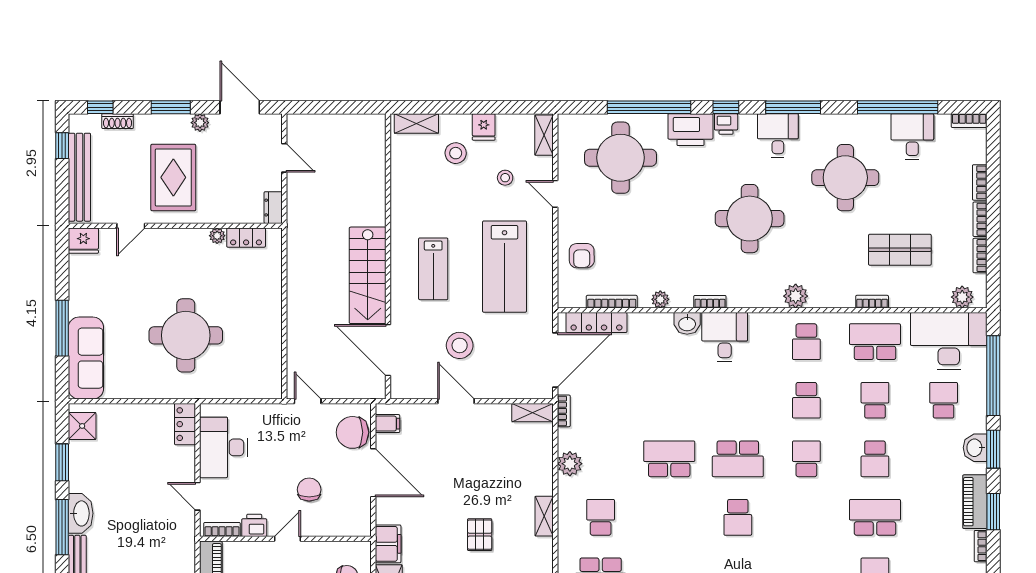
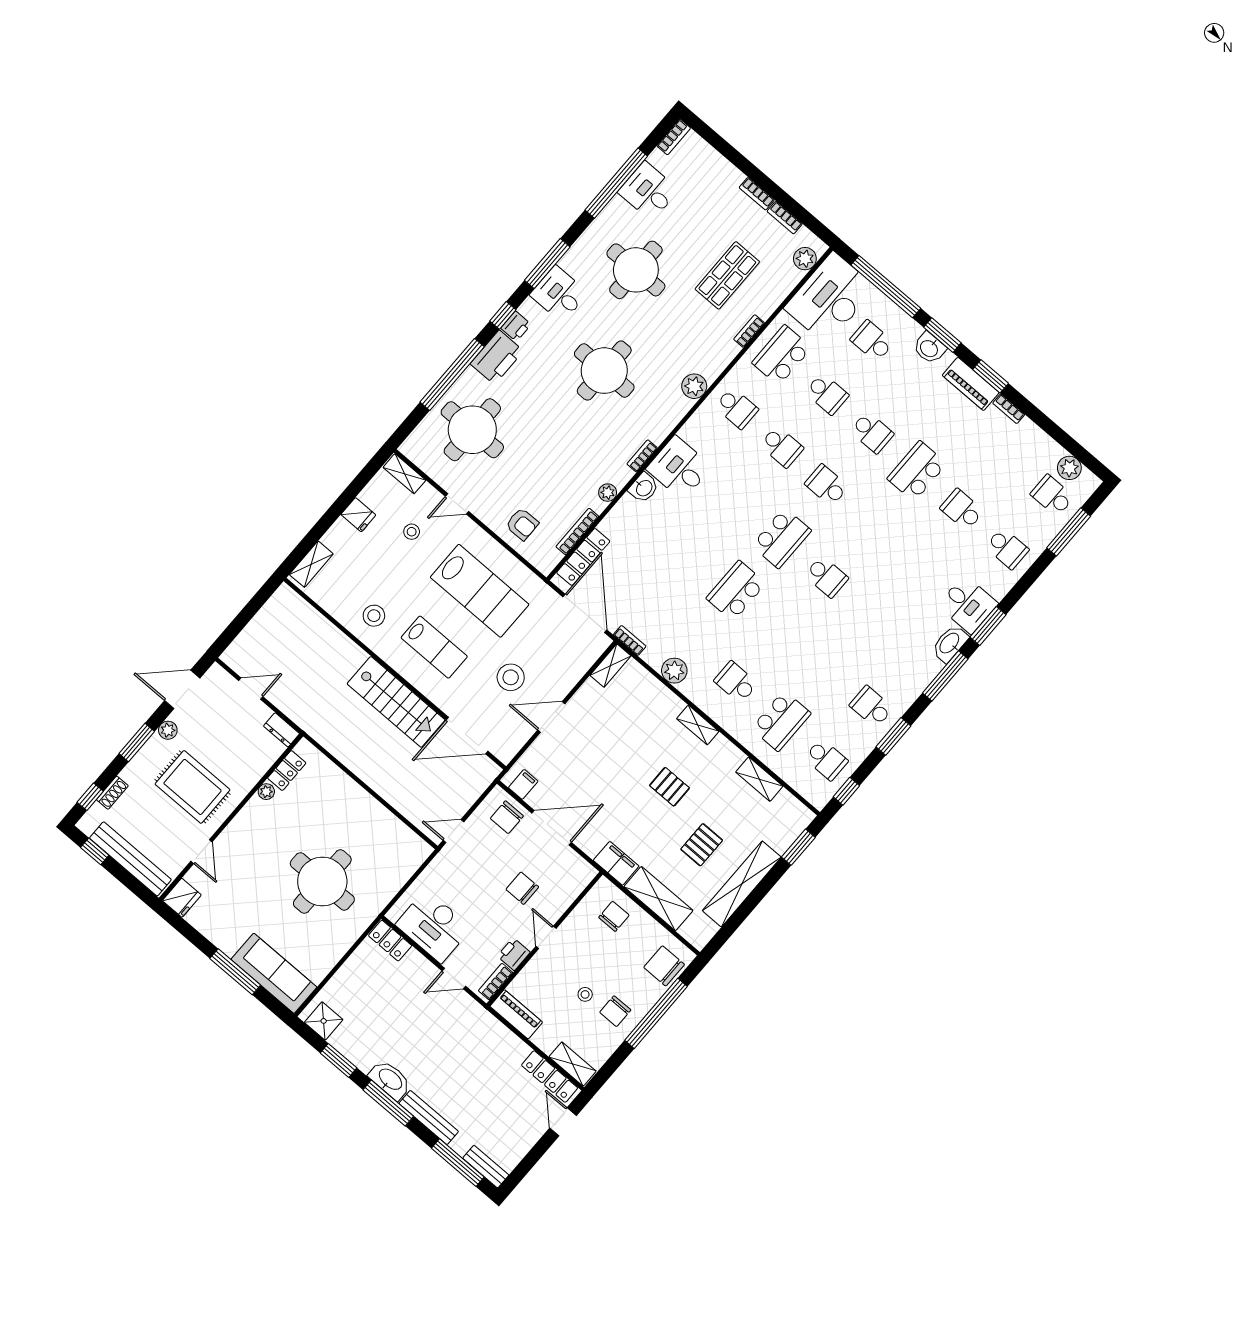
stool: (456, 153) -> (374, 616), moved
bookcase: (980, 182) -> (728, 170), removed
school desk: (875, 400) -> (827, 394), turned 180
chair: (352, 432) -> (507, 817), width x0.73, depth x0.73

